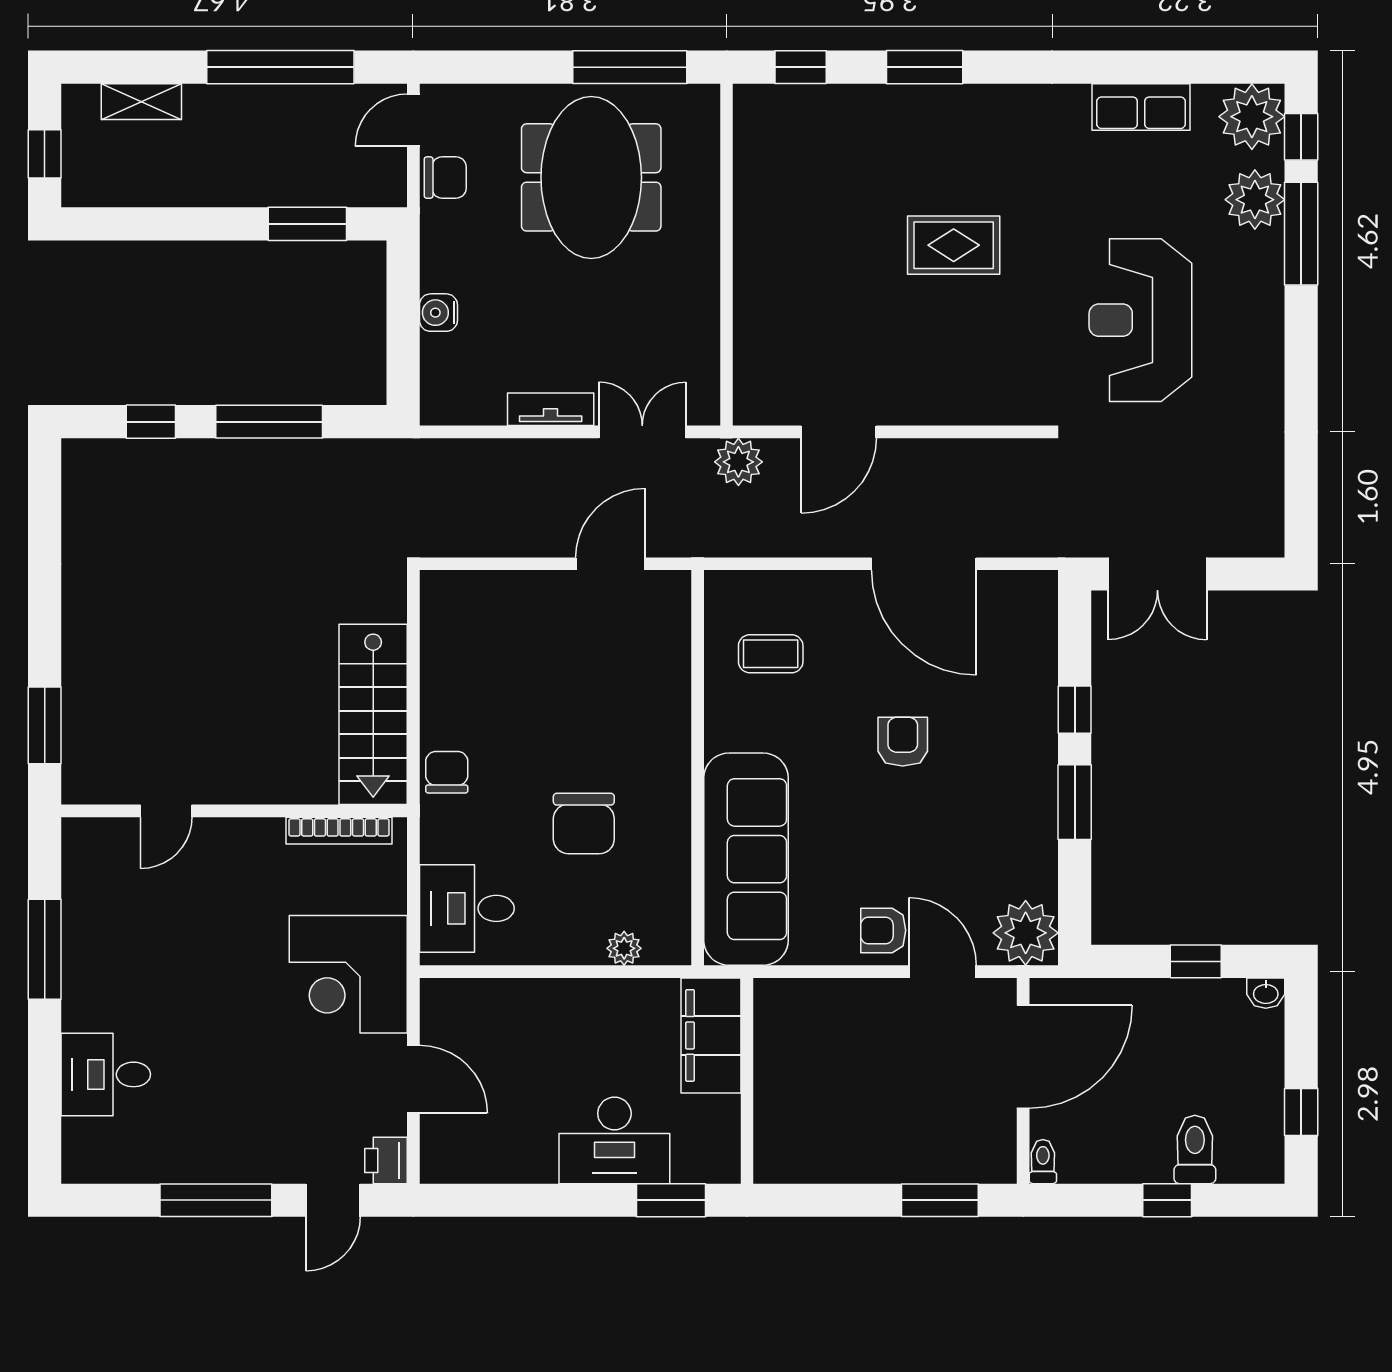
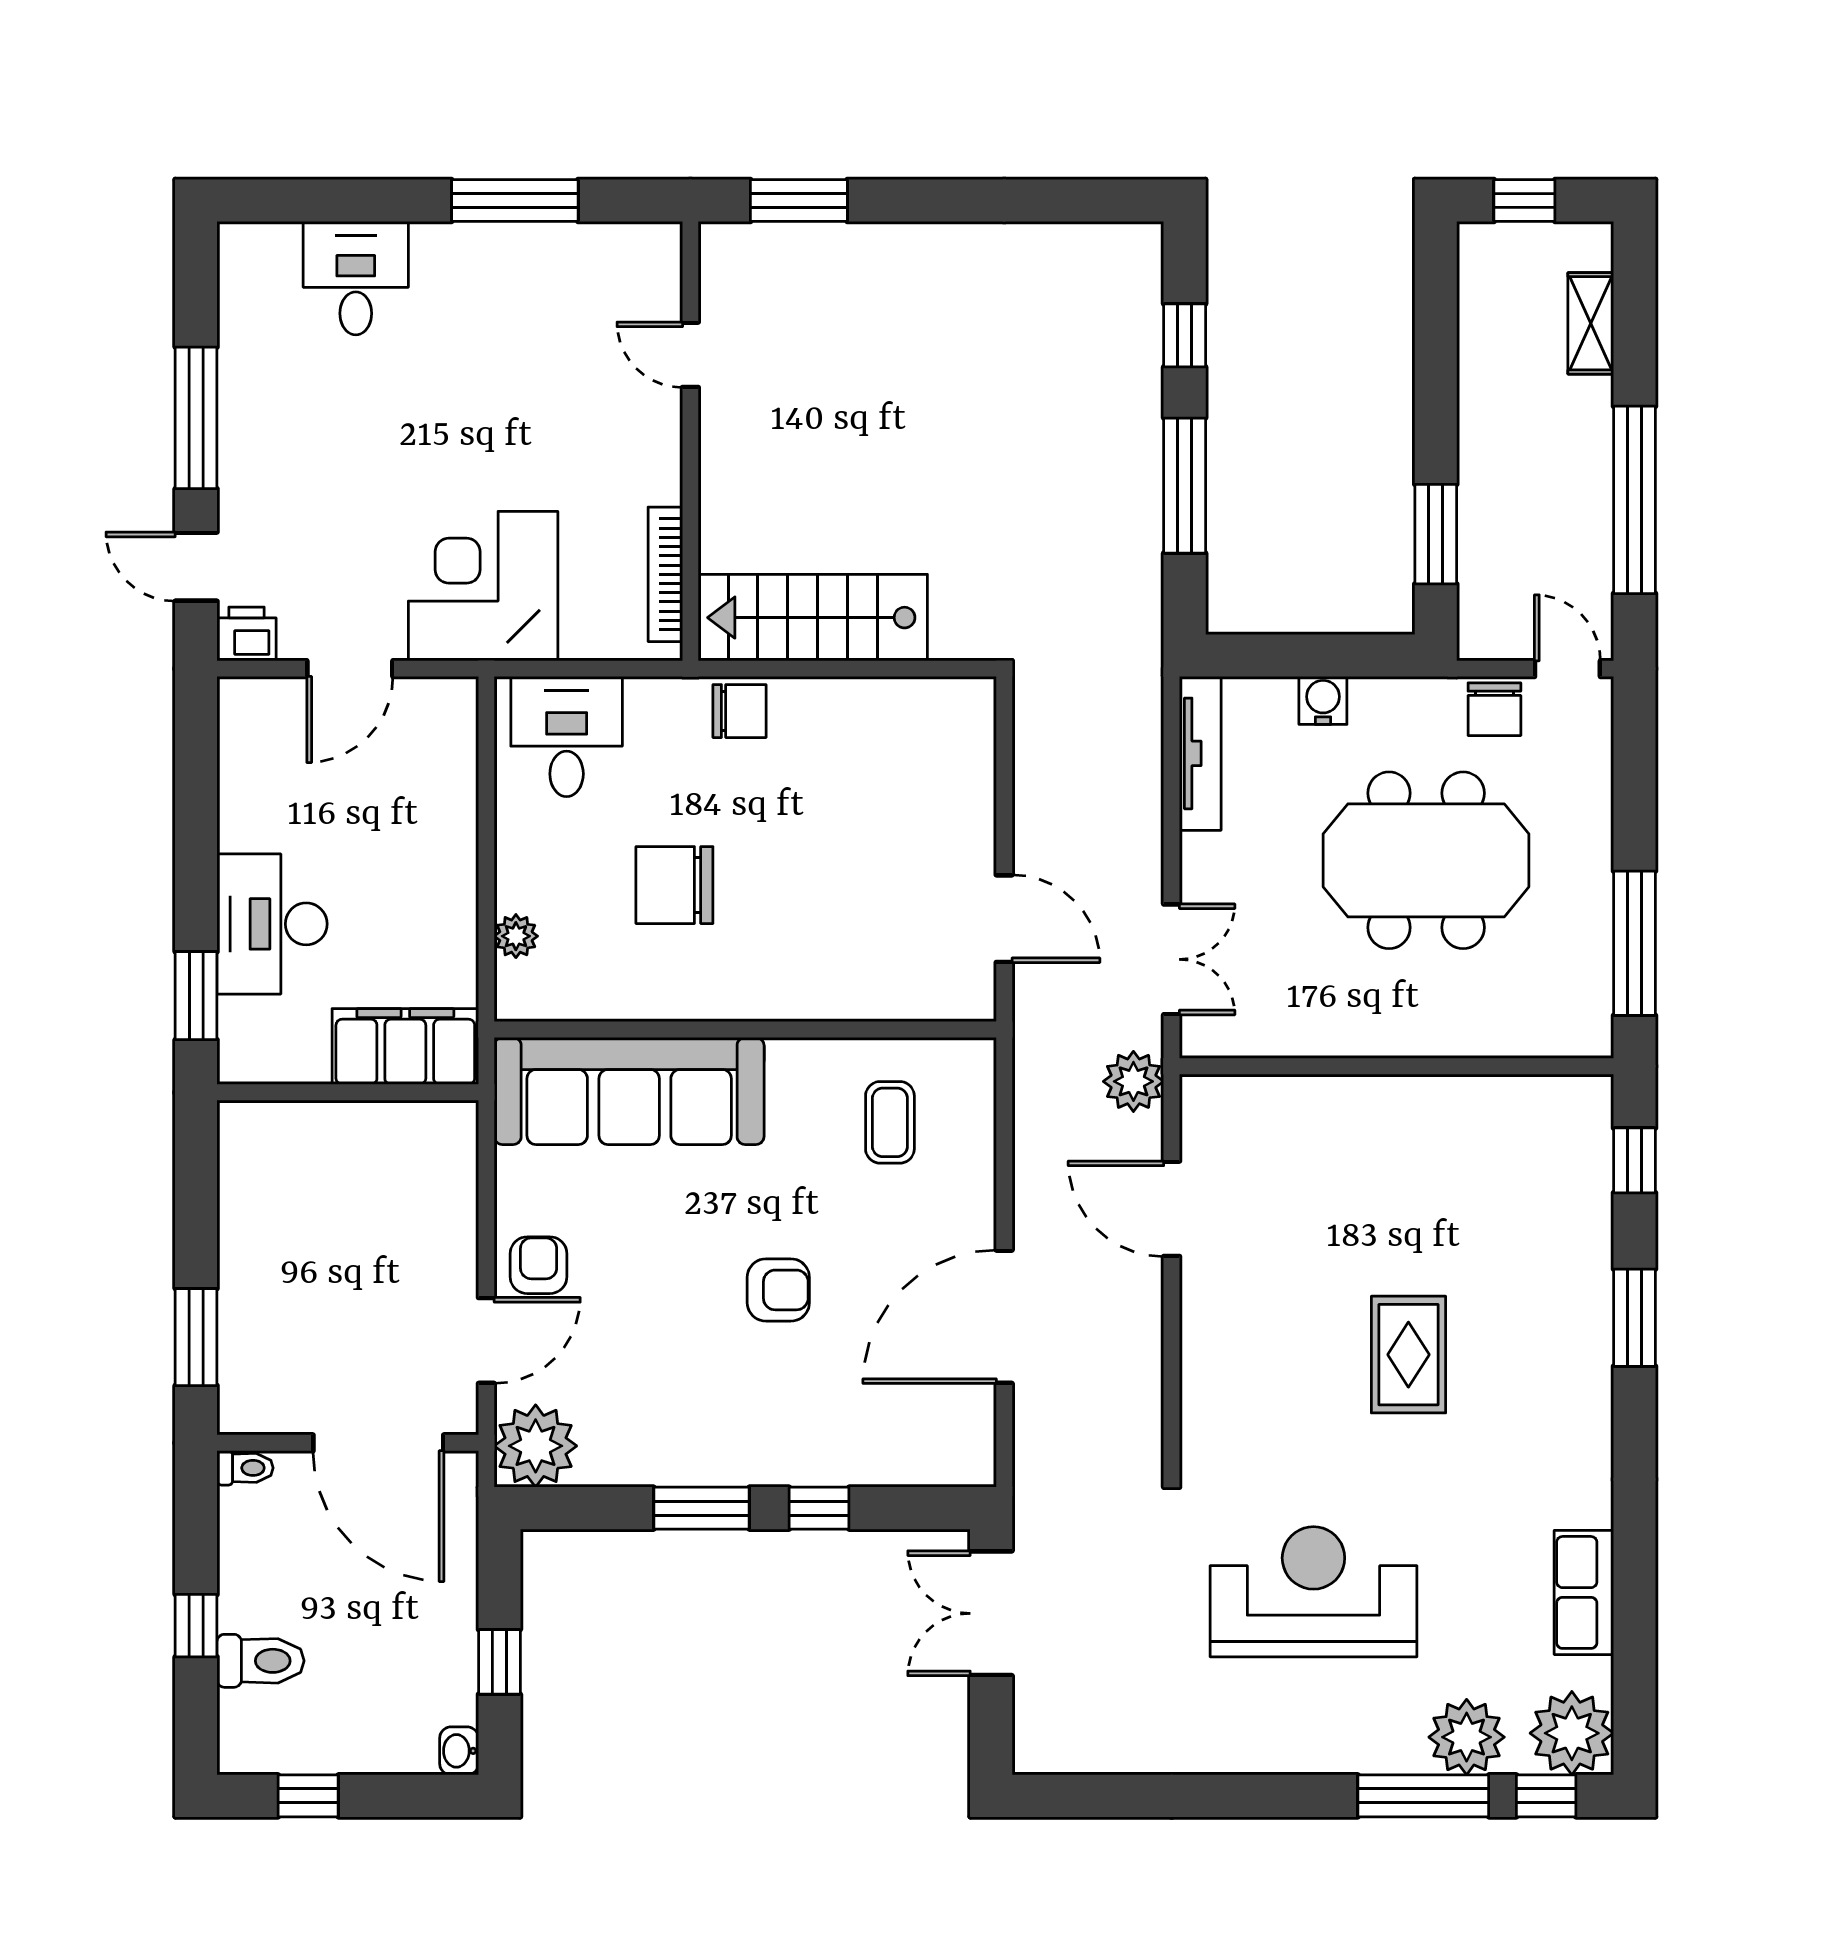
meeting table: (591, 177) -> (1426, 860), moved
tv unit: (551, 409) -> (1200, 753), moved, width x1.41

